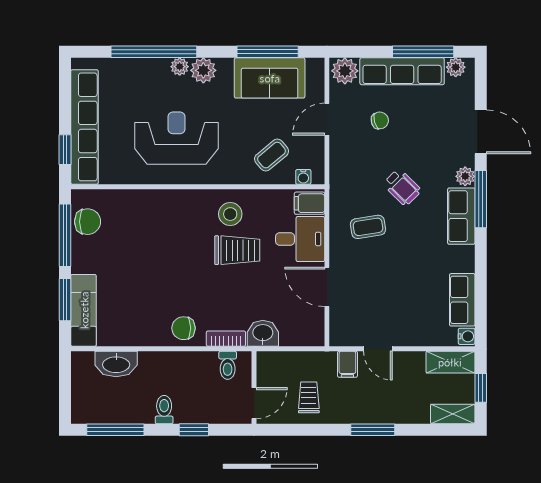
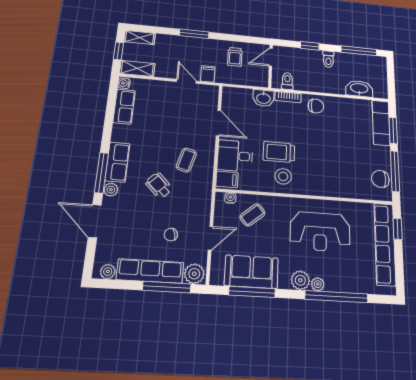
window: (423, 52) -> (167, 287), moved
coffee table: (368, 227) -> (186, 160), turned -65

